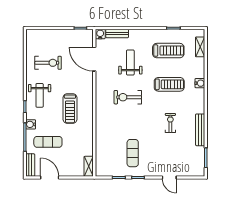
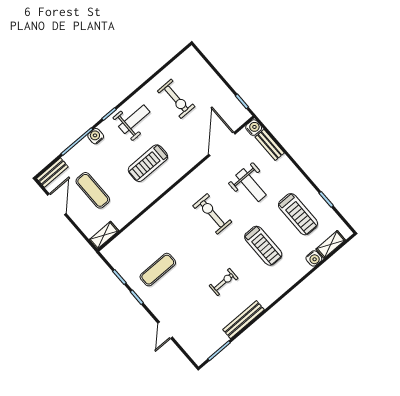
weight bench: (130, 63) -> (251, 185), turned 90
water cooler: (200, 83) -> (314, 258), moved
weight bench: (40, 95) -> (134, 119), turned 180
exercise mat: (48, 142) -> (93, 190), moved

